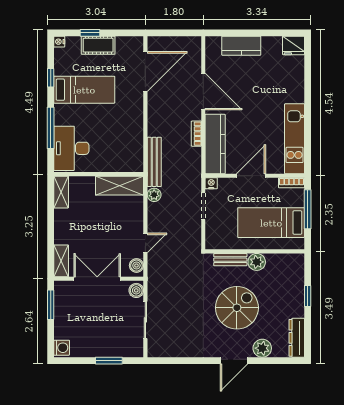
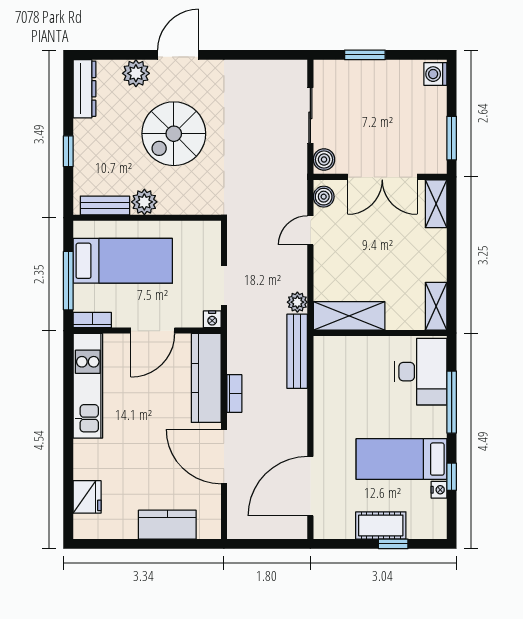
nightstand: (59, 42) -> (439, 490), moved
fridge: (294, 45) -> (87, 497), moved, turned 90
bench: (230, 260) -> (105, 205), moved

